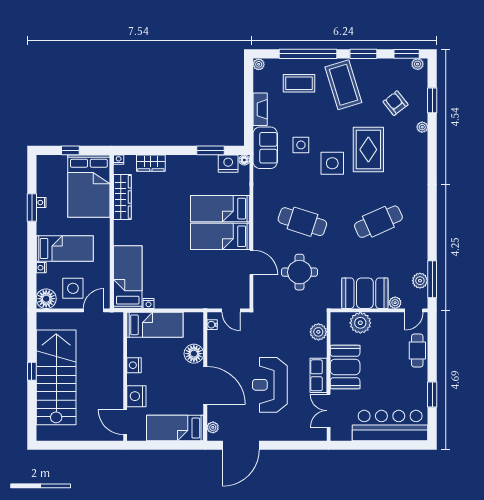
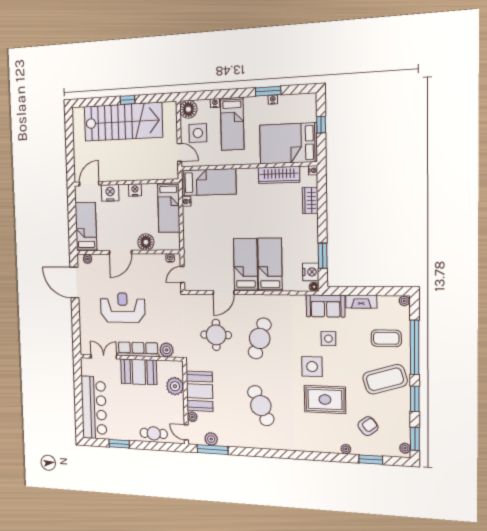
coffee table: (299, 83) -> (386, 338), turned 90
row of seats: (318, 375) -> (138, 349), width x1.48
door: (205, 385) -> (120, 252), width x0.73

